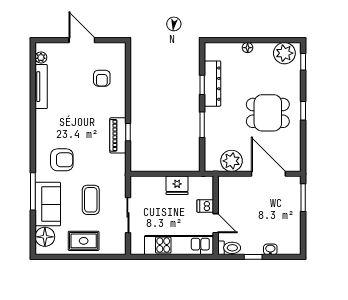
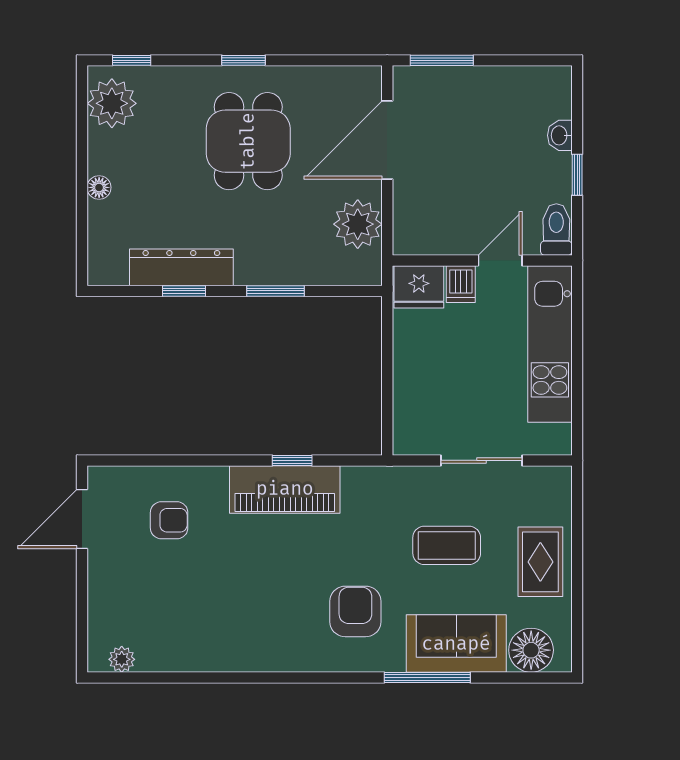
door: (82, 40) -> (82, 519), moved
tv unit: (41, 87) -> (188, 659), removed
piano: (118, 135) -> (285, 489), width x1.37, depth x1.33
fridge: (177, 185) -> (419, 287), moved, turned 90

